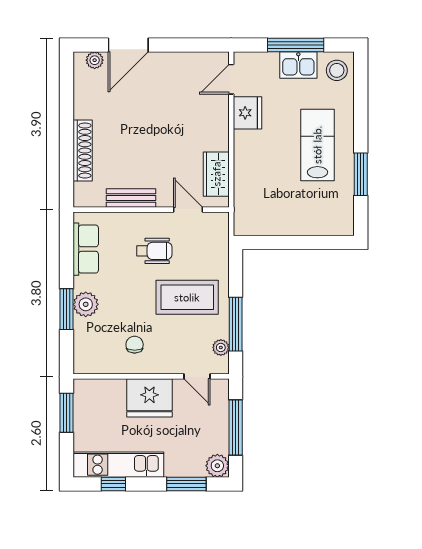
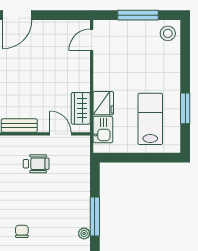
kitchen sink: (298, 65) -> (103, 130), moved, turned -90
fridge: (247, 113) -> (103, 103), moved
lab bench: (317, 145) -> (150, 119), moved
coffee table: (187, 297) -> (60, 197), removed

